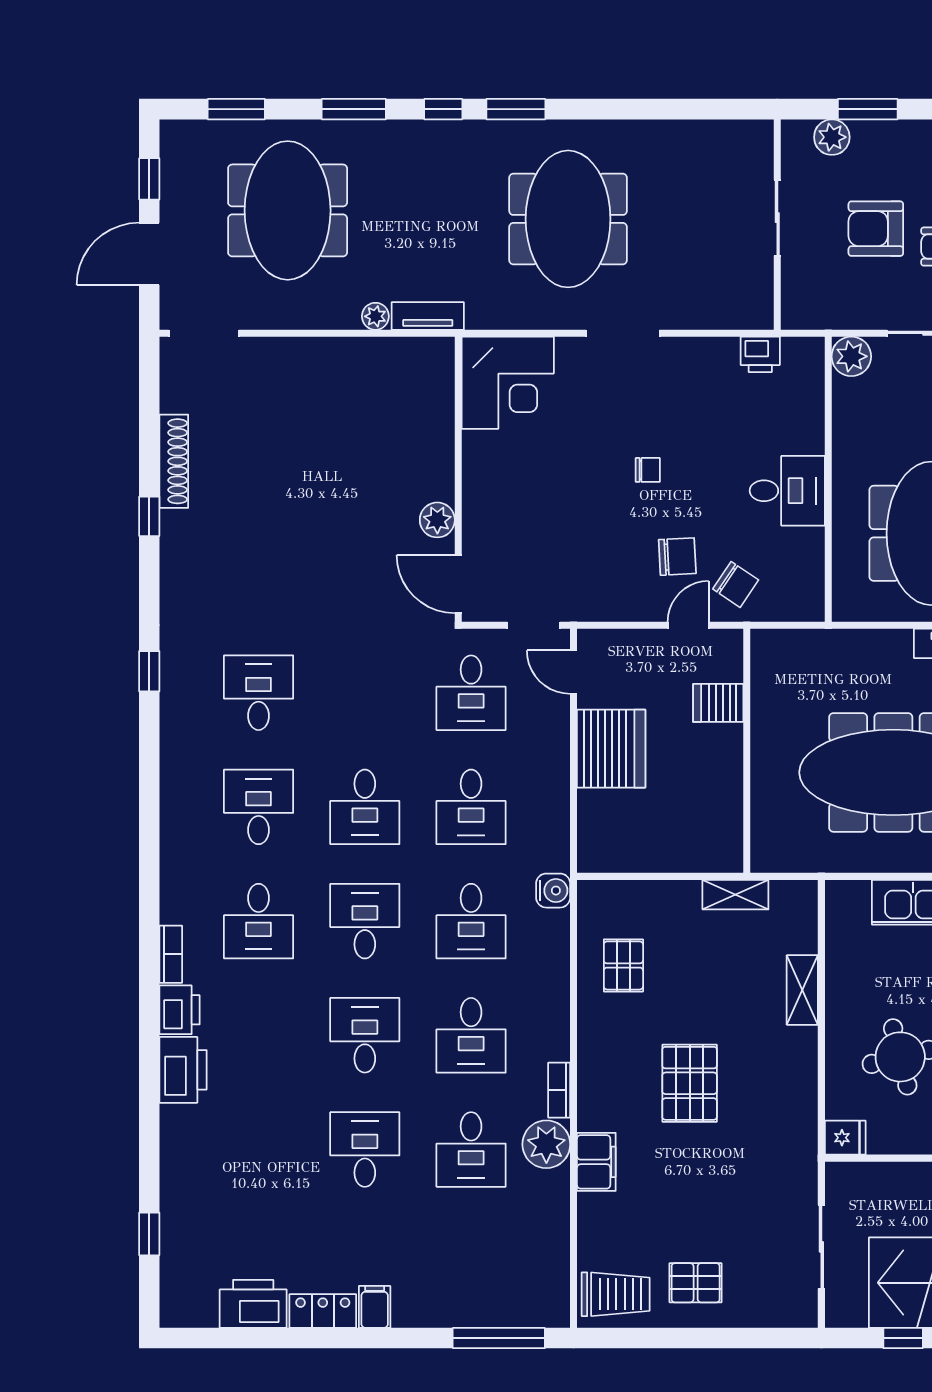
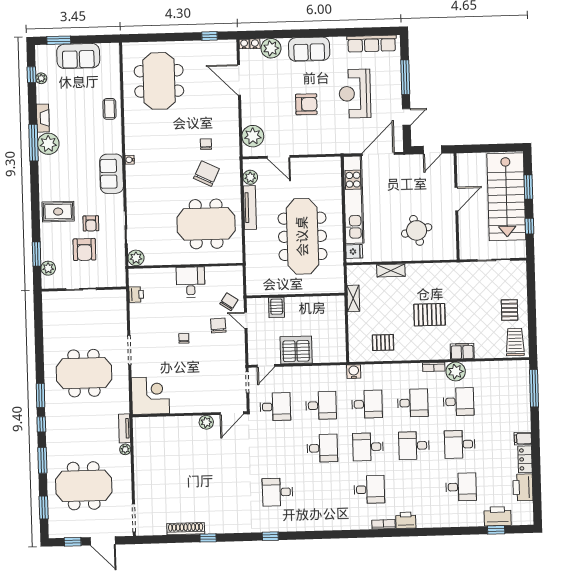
desk: (259, 807) -> (461, 487), moved, turned 180
printer: (183, 1070) -> (498, 516), moved
fridge: (845, 1138) -> (354, 251), moved, turned 90

